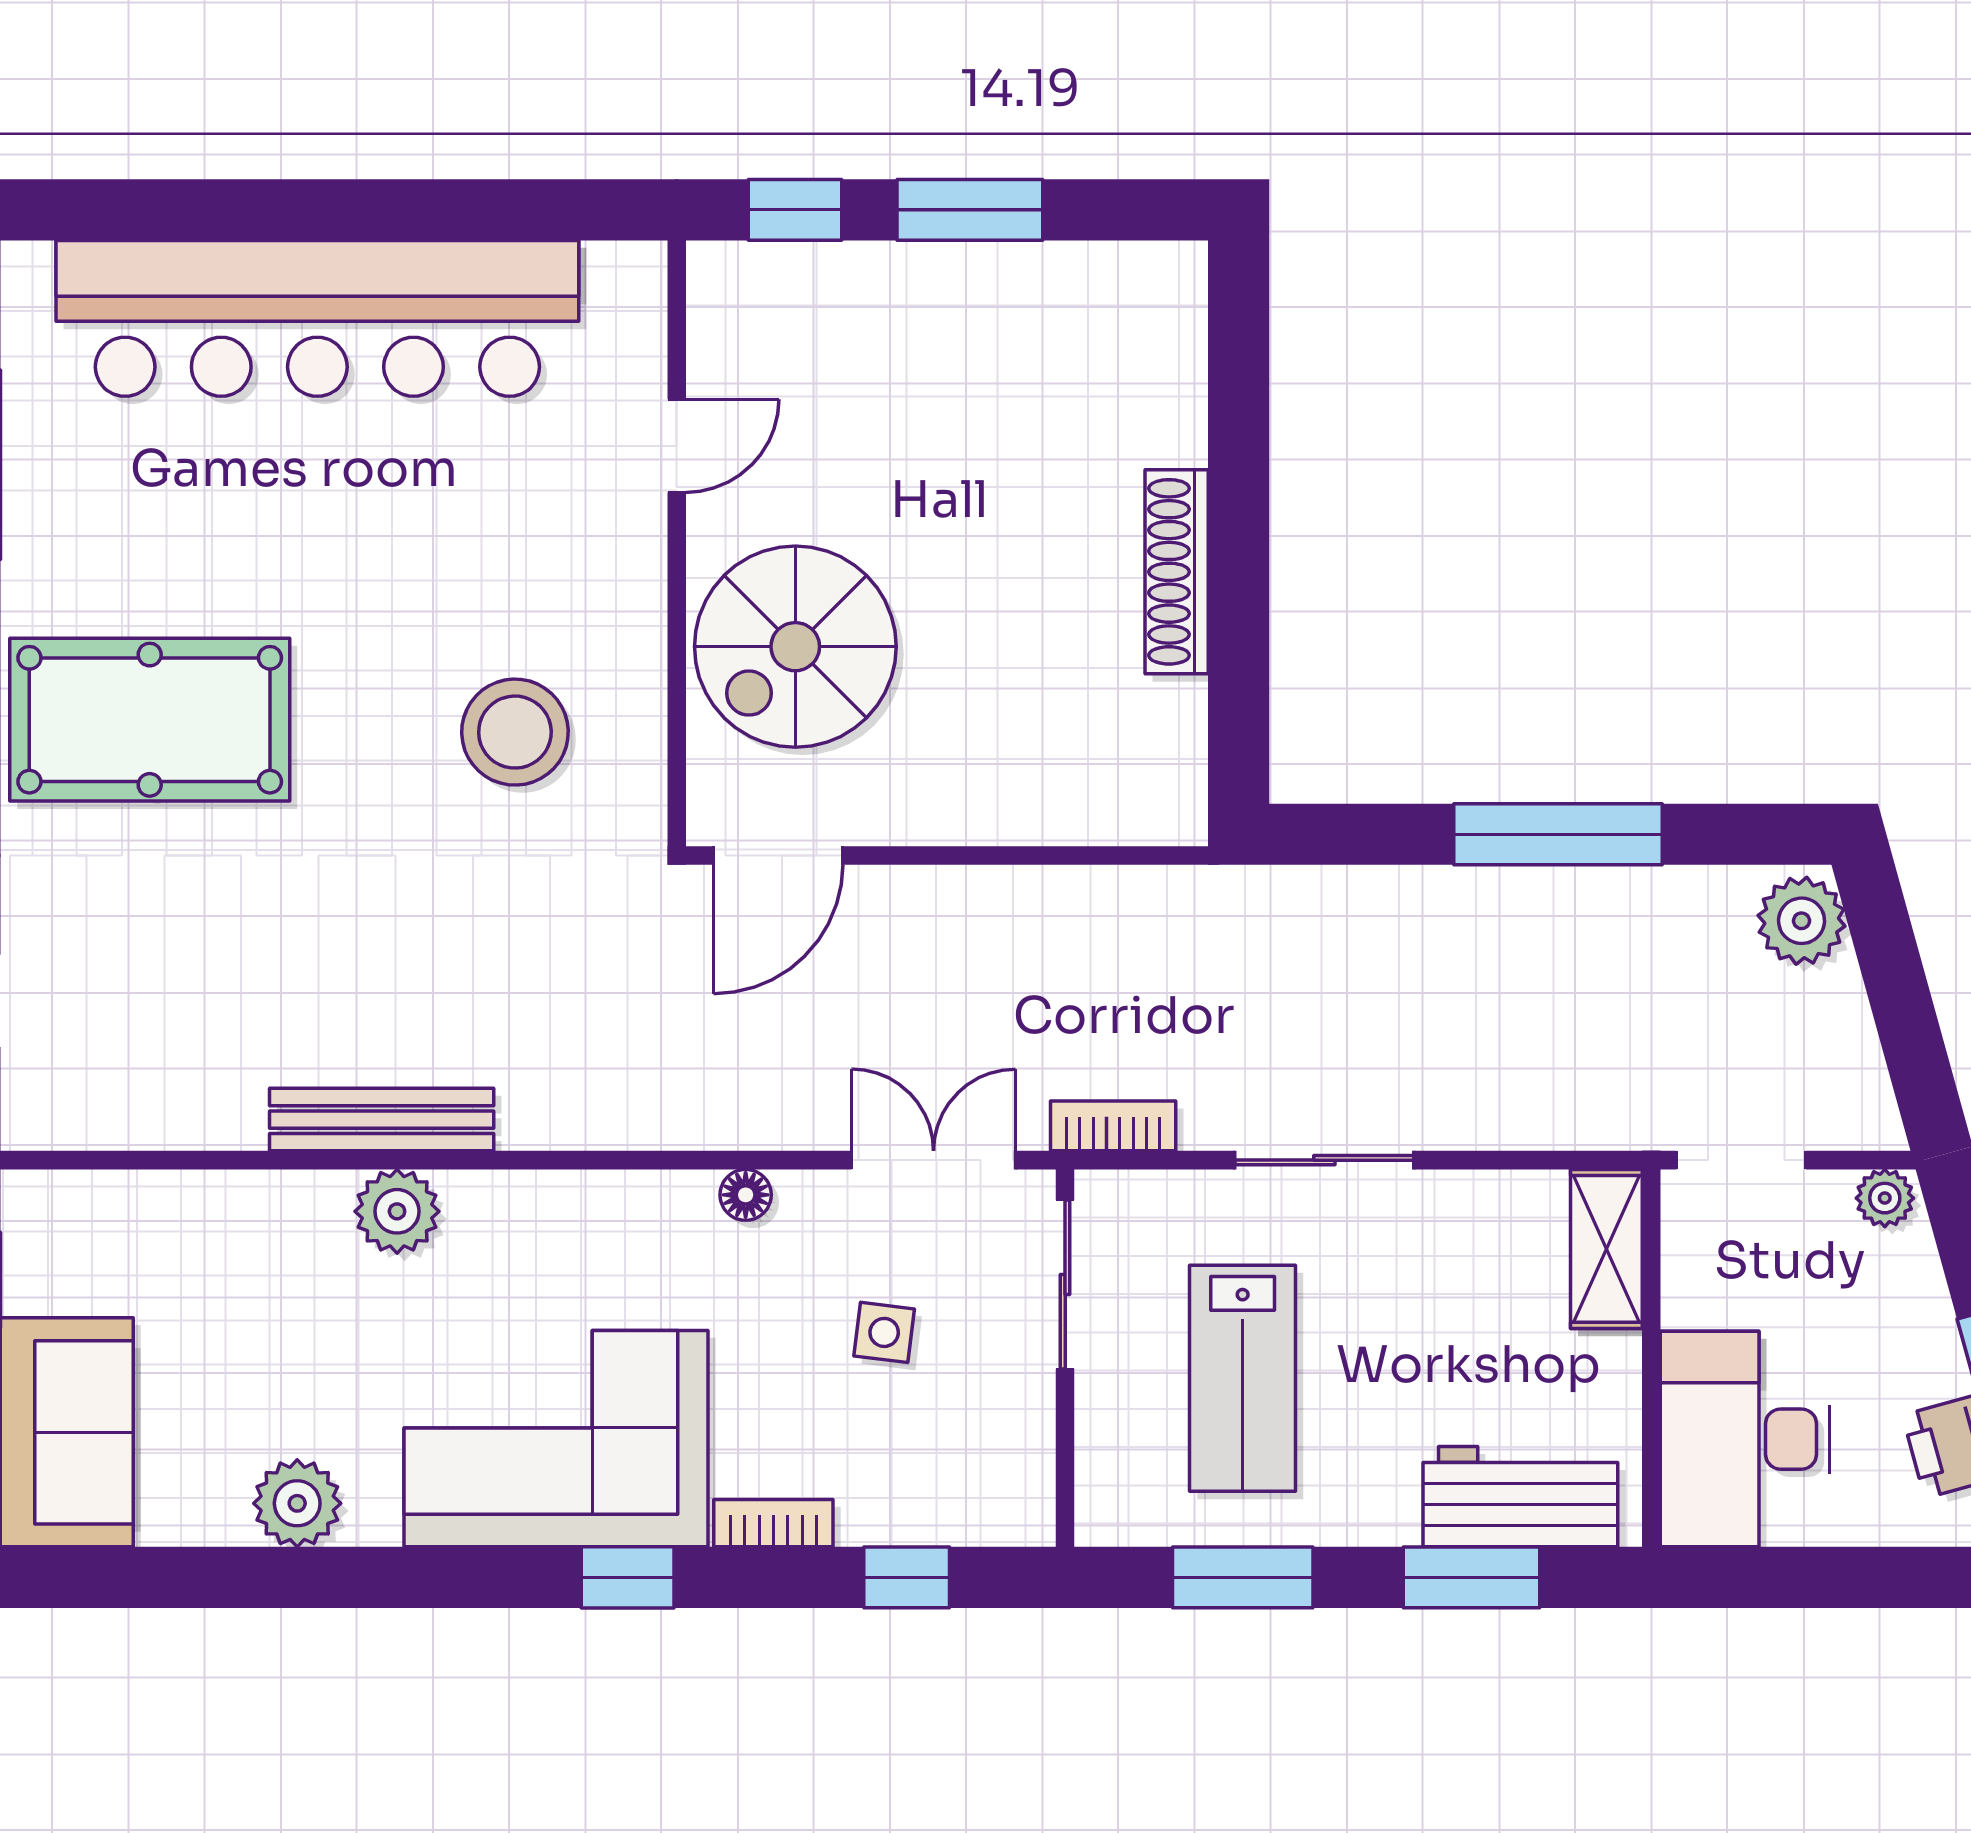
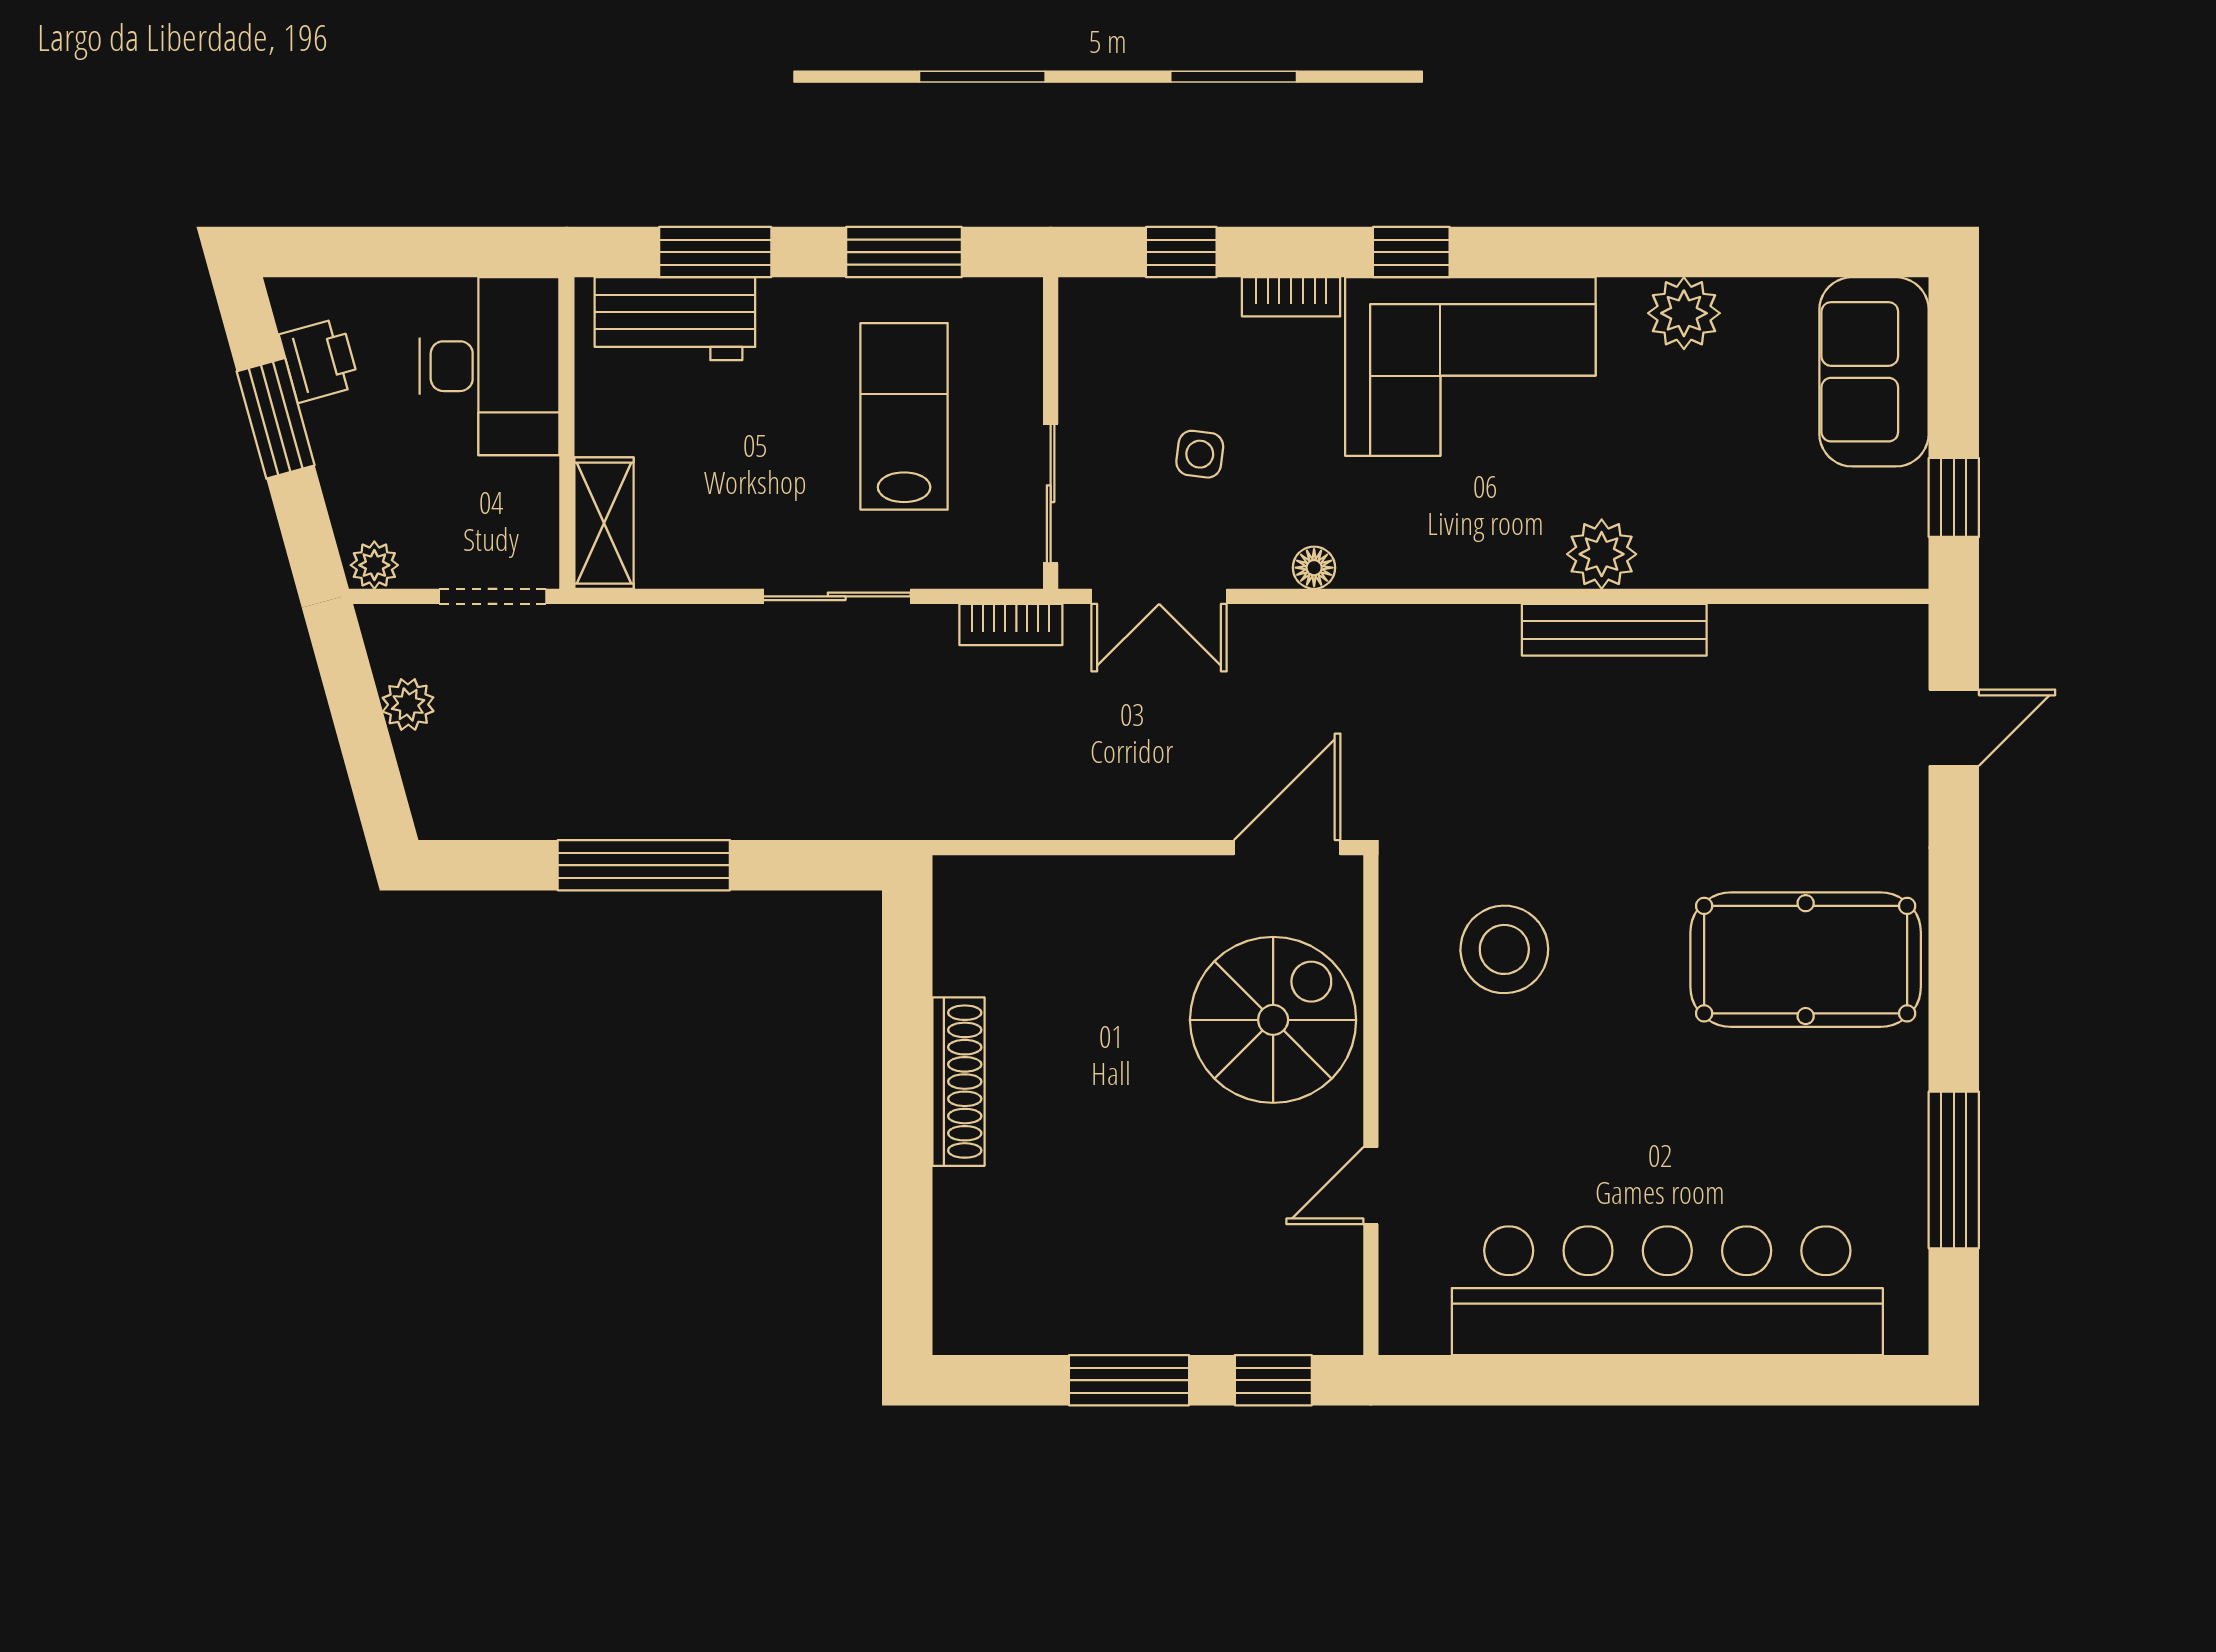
plant: (1802, 921) -> (408, 704), moved, width x0.73, depth x0.73

